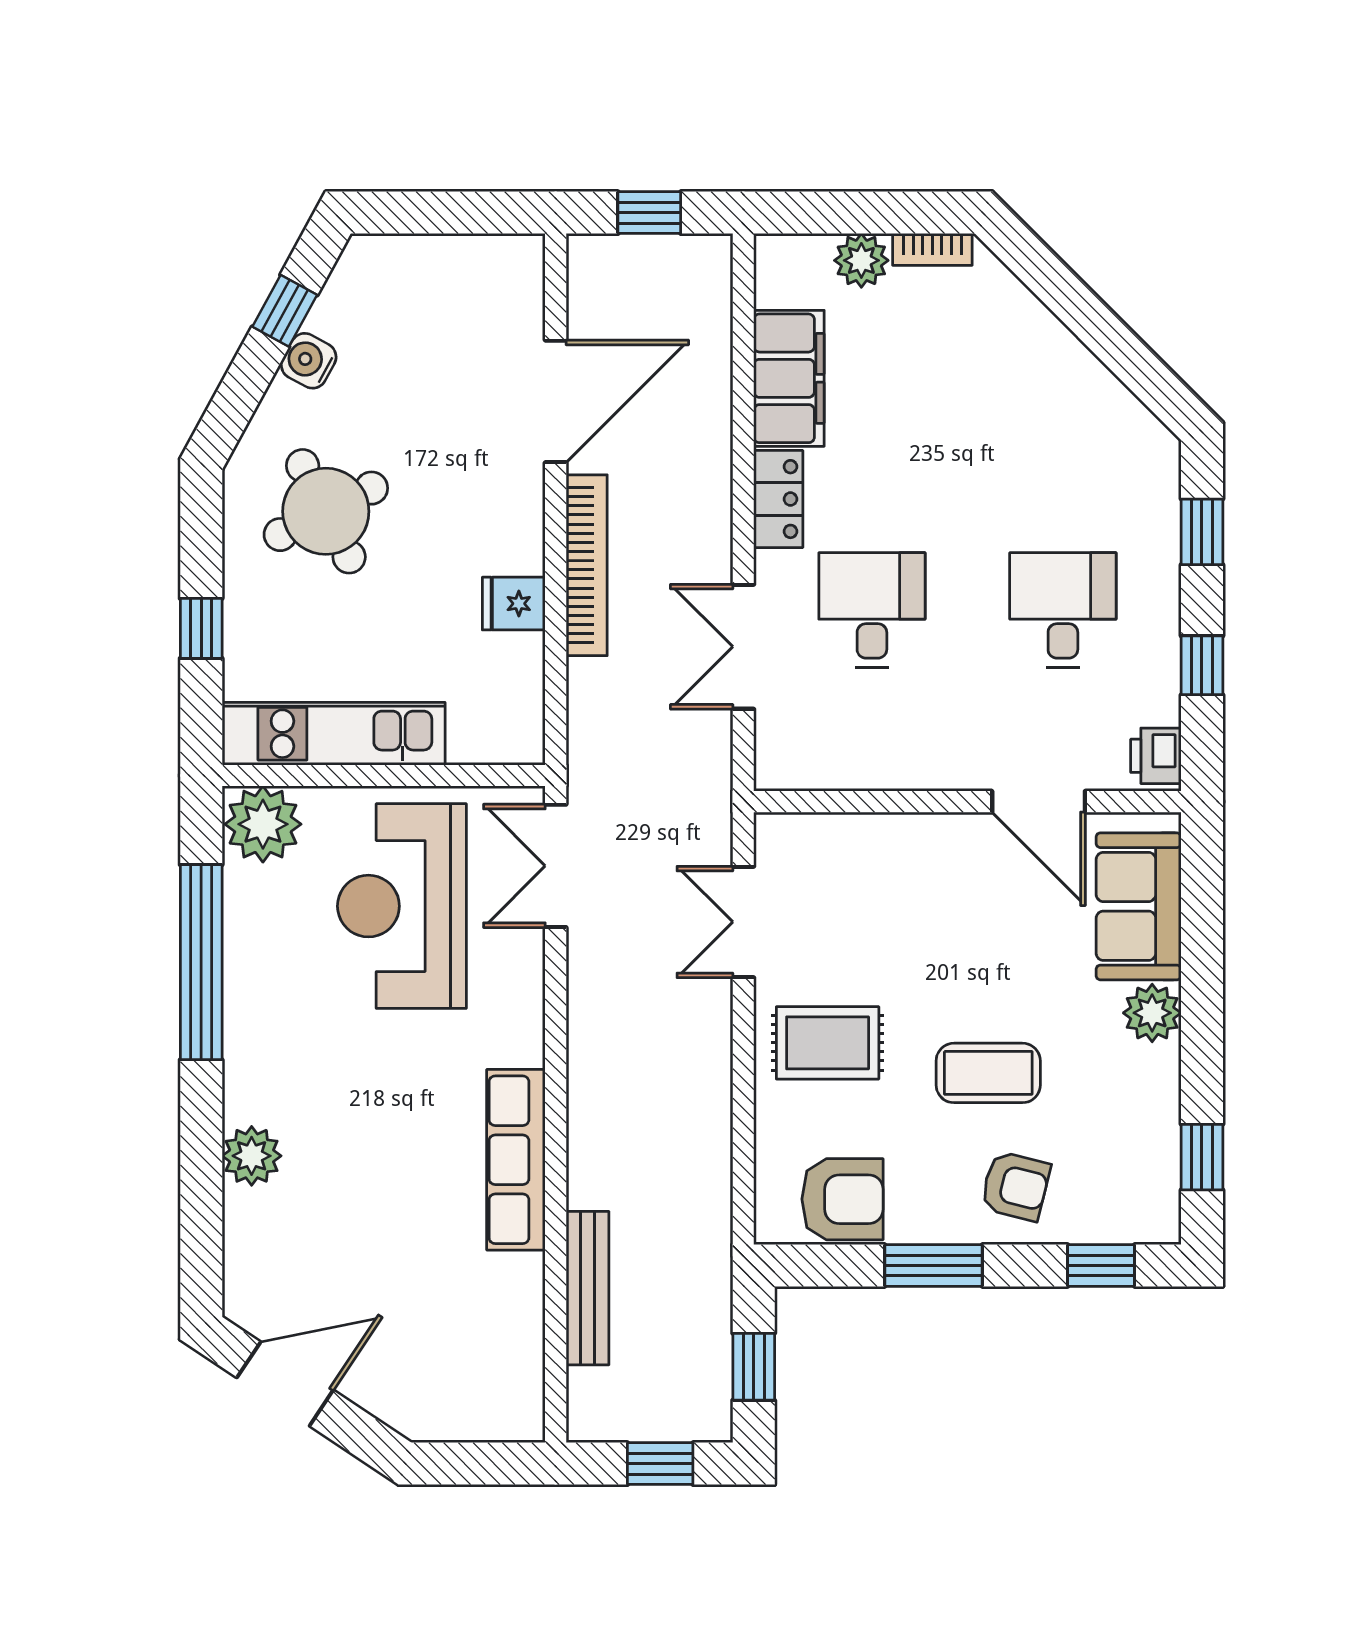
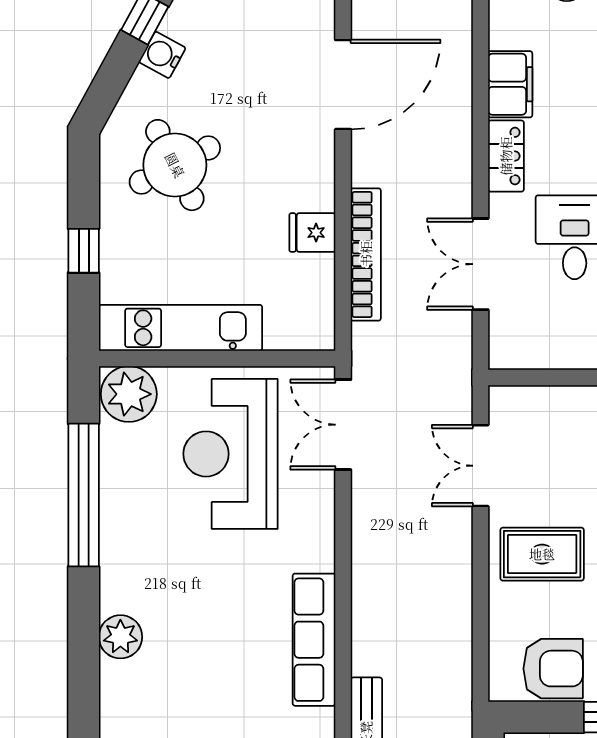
filing cabinet: (789, 378) -> (510, 84), width x0.67, depth x0.86
bookcase: (587, 565) -> (366, 254), moved

